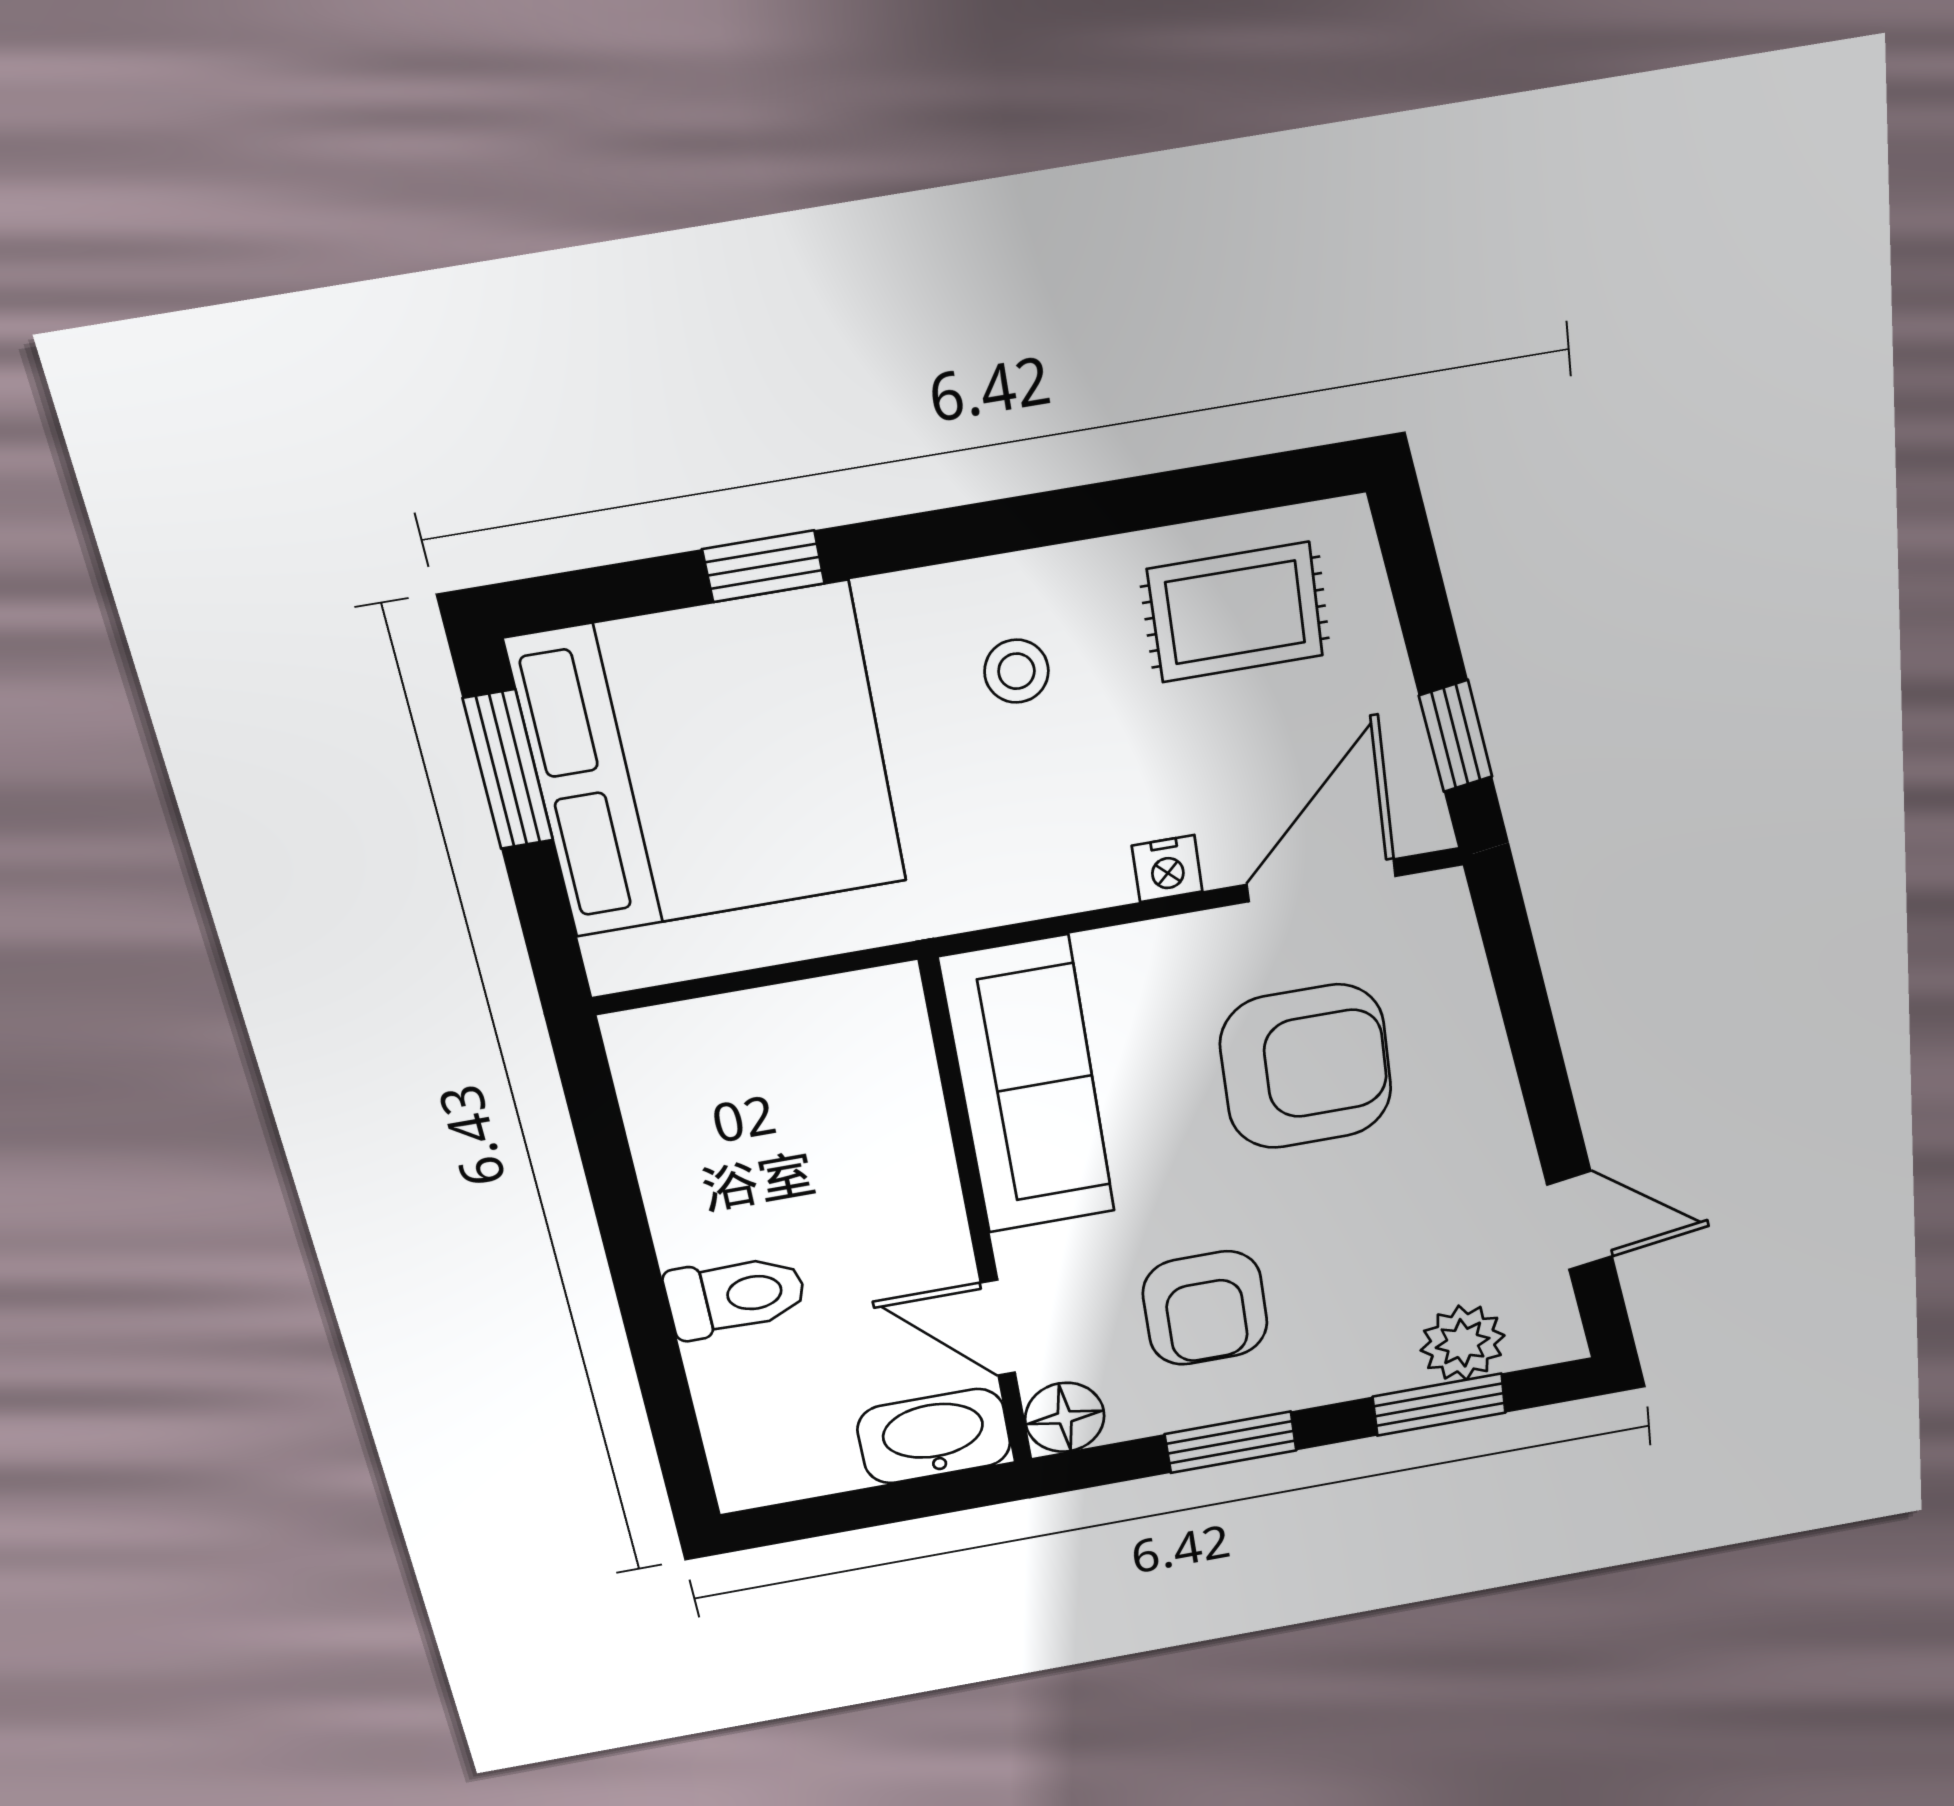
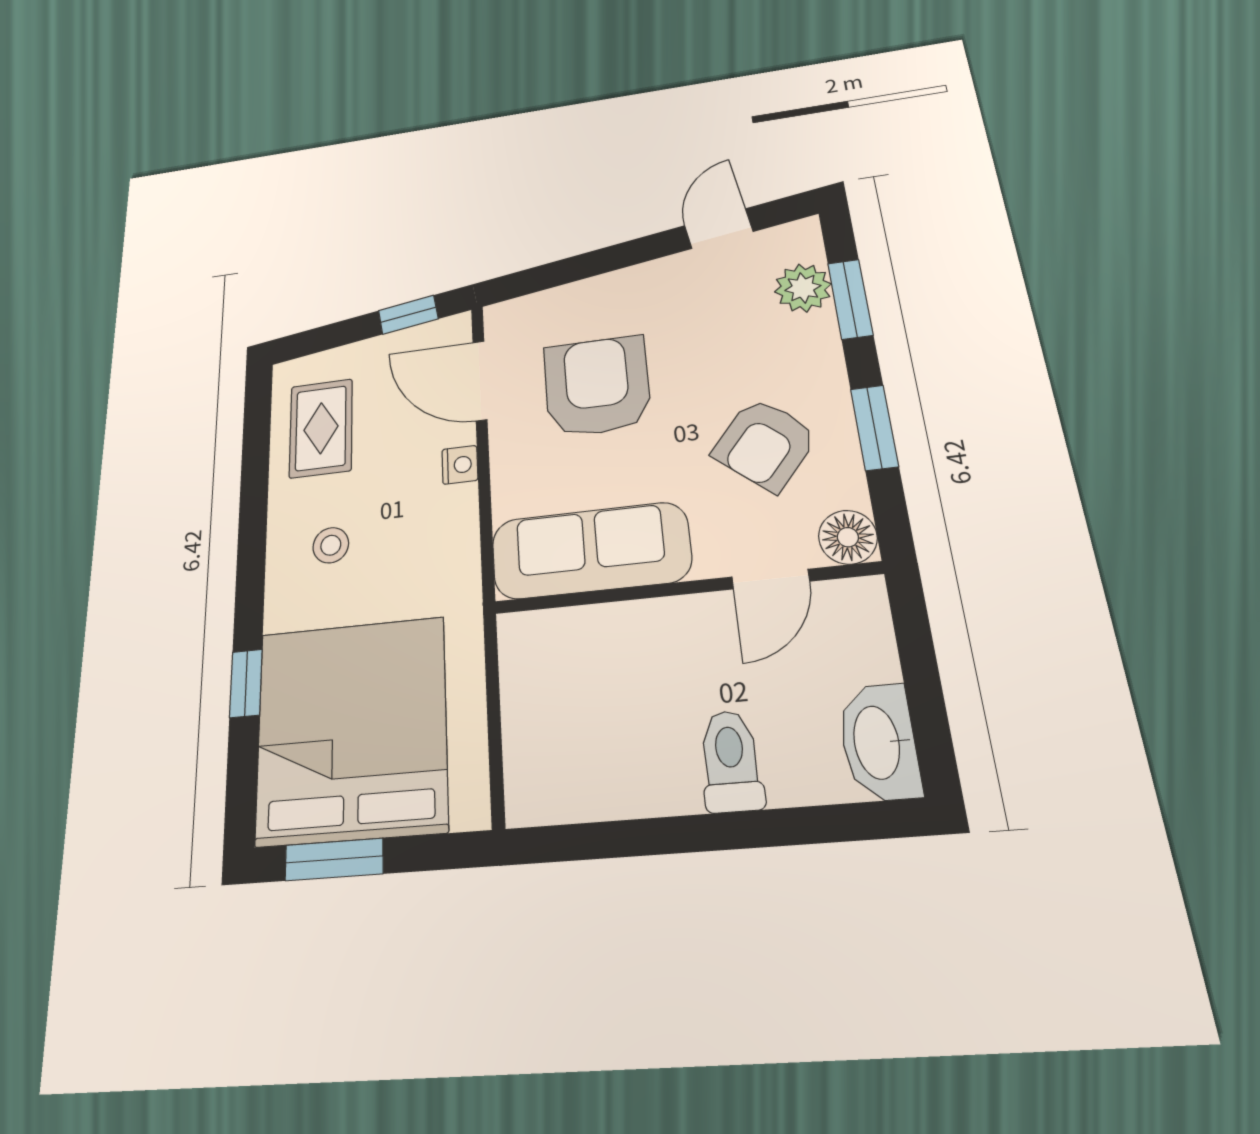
armchair: (1205, 1308) -> (765, 444), turned 130
washbasin: (934, 1436) -> (879, 742), moved

